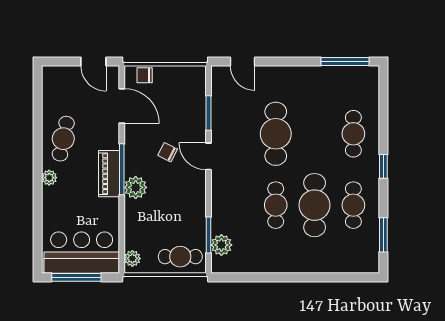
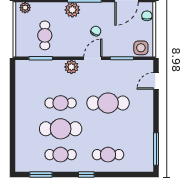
side table: (193, 84) -> (141, 48), added
plant: (221, 245) -> (71, 67), moved
cafe table: (180, 257) -> (45, 35), moved

